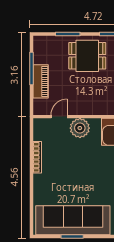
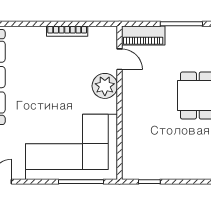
piano: (41, 81) -> (143, 36), moved

